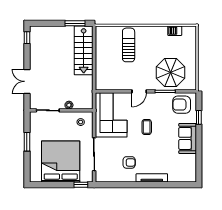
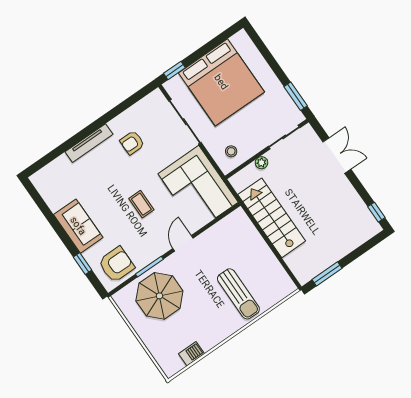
stairs: (84, 50) -> (272, 218), moved
window: (27, 142) -> (296, 96), moved

